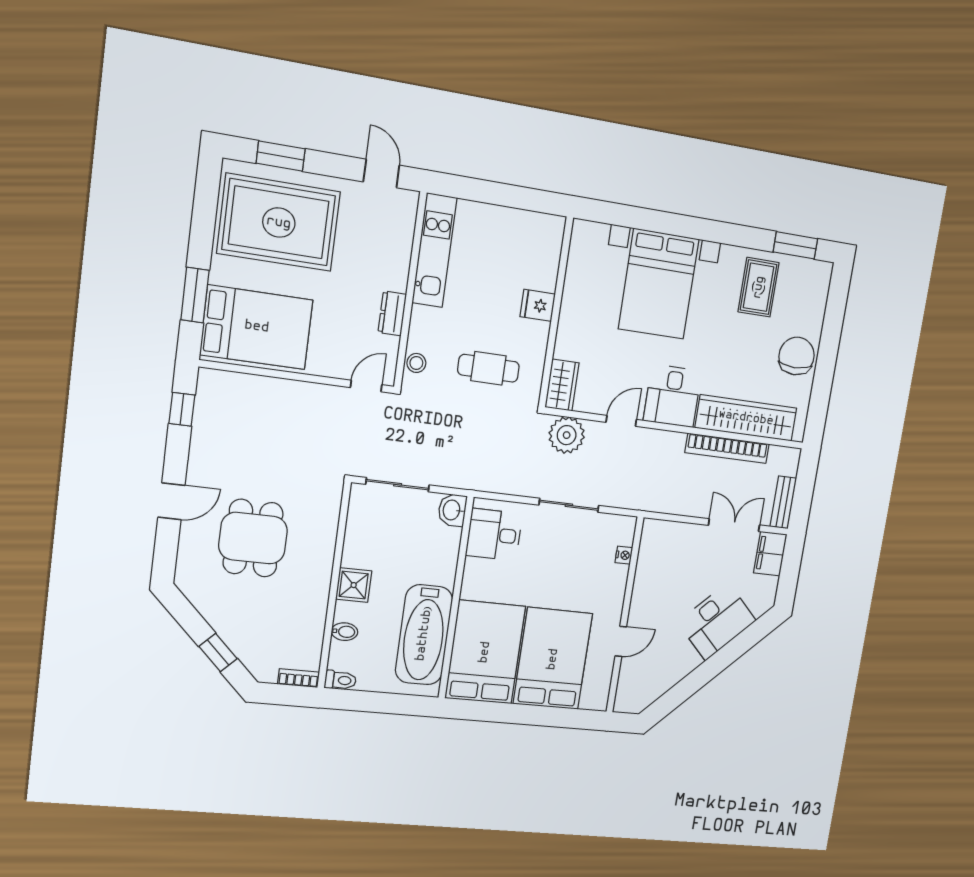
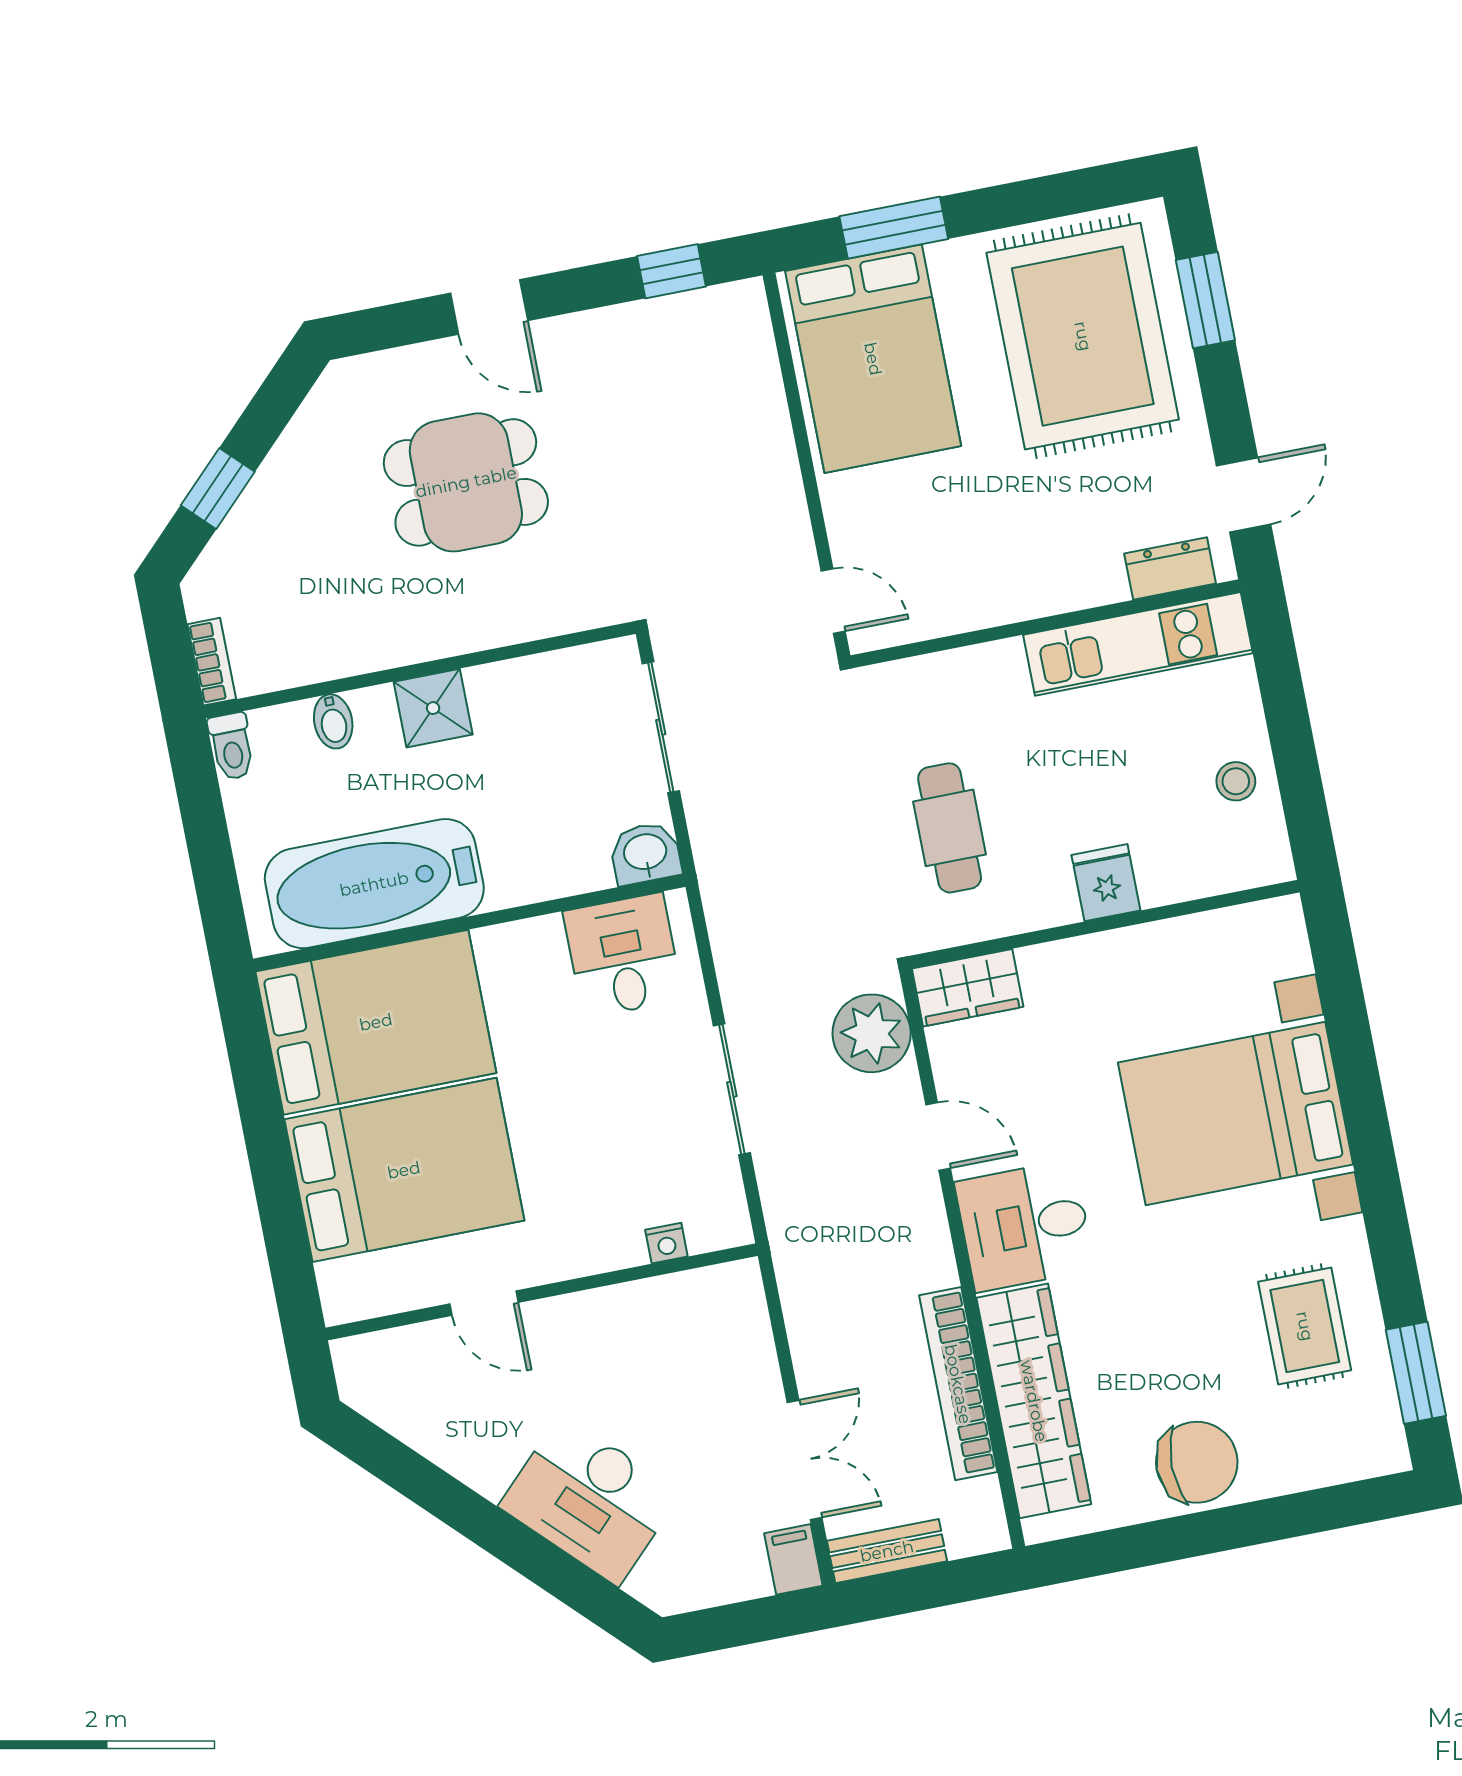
rug: (759, 287) -> (1305, 1326), turned 90
dresser: (392, 313) -> (1170, 569), moved
stool: (416, 363) -> (1236, 781), moved
filing cabinet: (770, 554) -> (793, 1559), width x0.50

